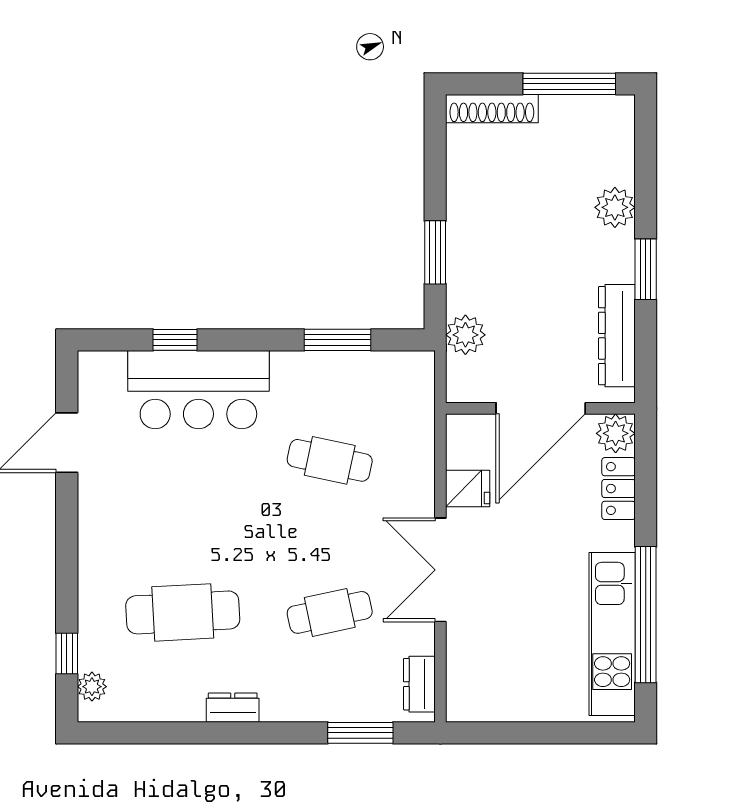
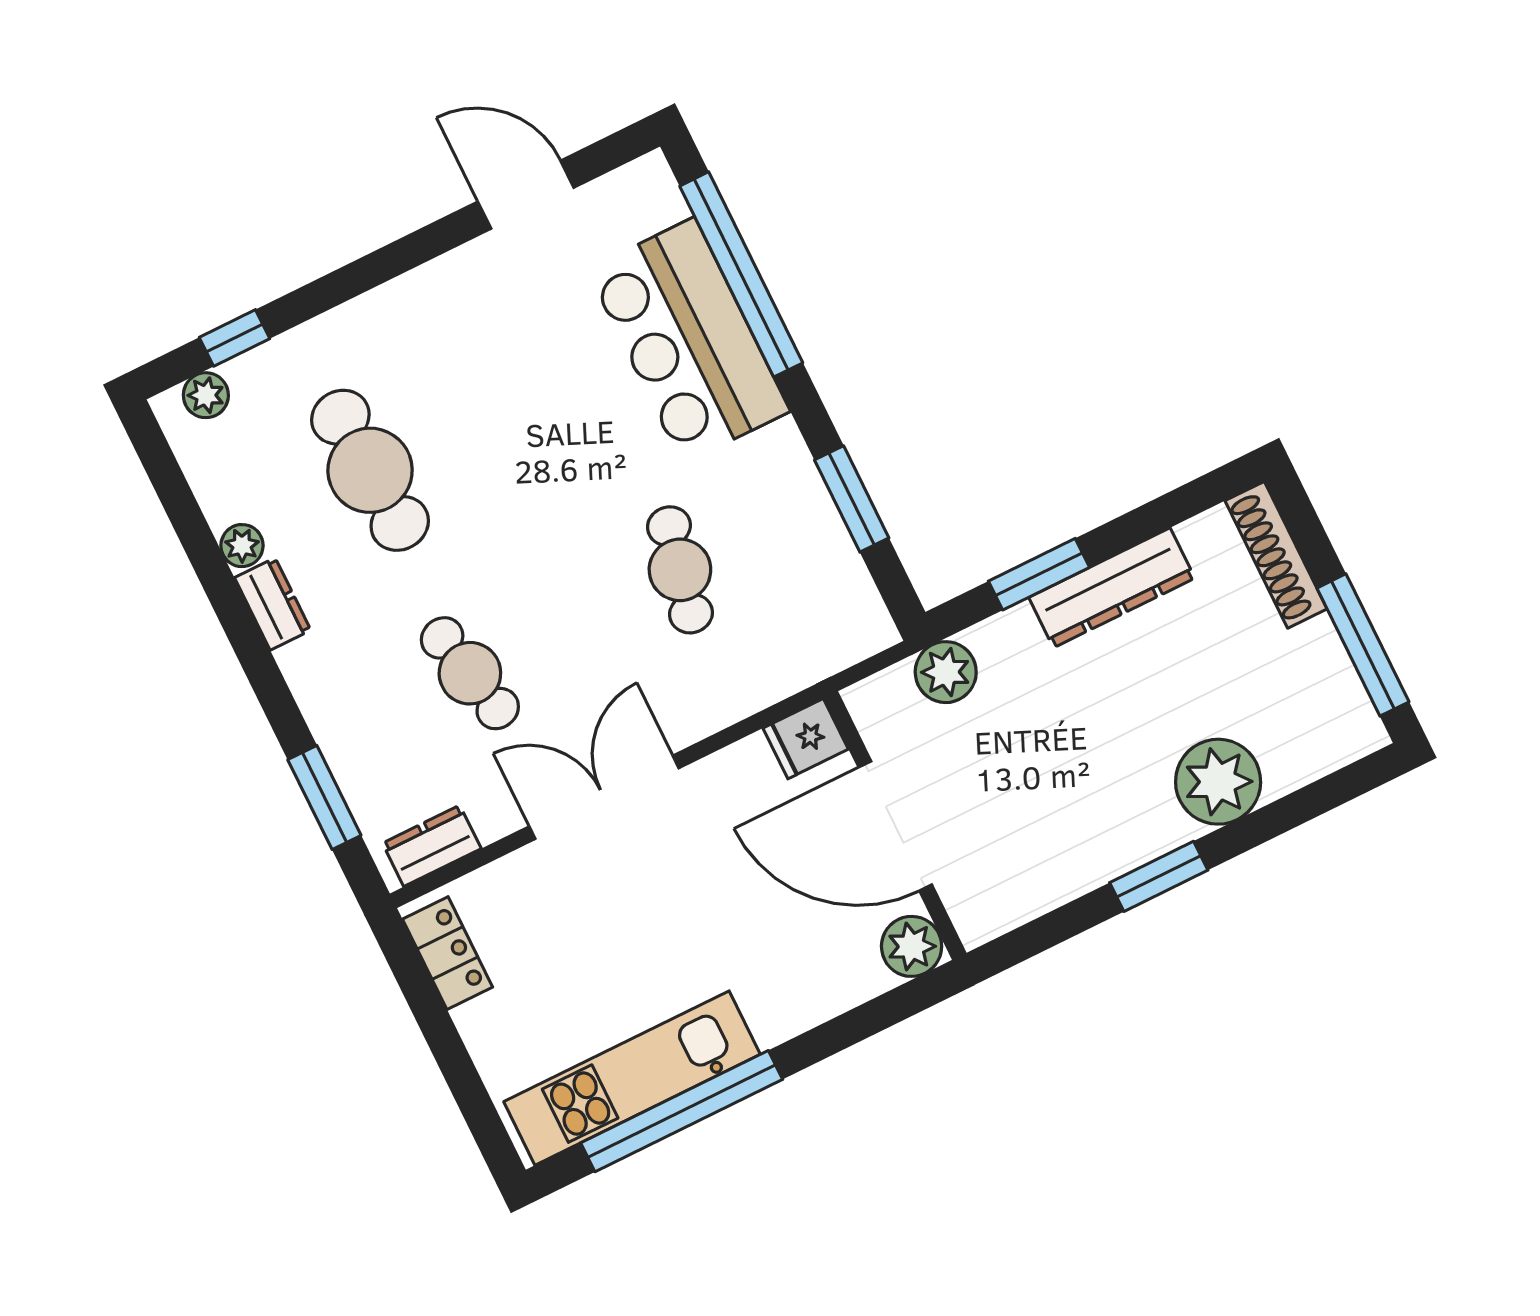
plant: (615, 207) -> (1218, 782), width x1.36, depth x1.36
dresser: (617, 336) -> (1112, 588), moved, turned 180
window: (175, 340) -> (741, 274), width x3.17
fridge: (468, 488) -> (806, 739), moved, turned 90
locker: (619, 489) -> (447, 953), moved, turned 90
plant: (190, 709) -> (242, 546), added

